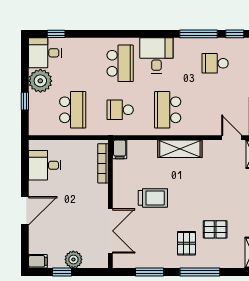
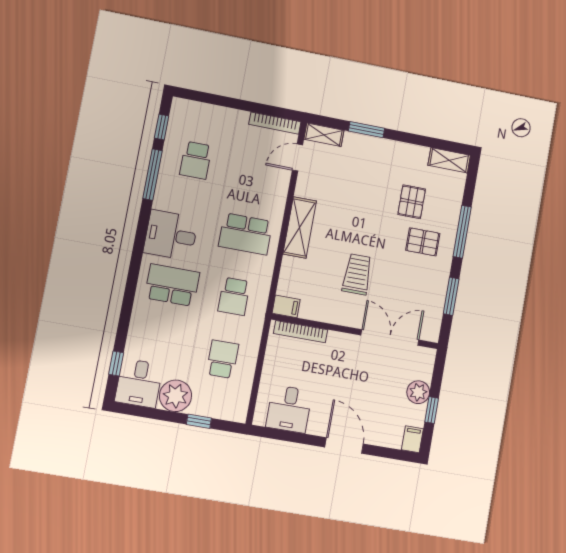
school desk: (73, 110) -> (222, 359), width x0.54

